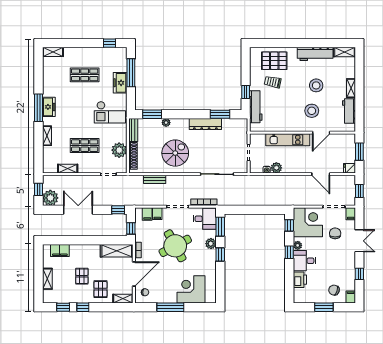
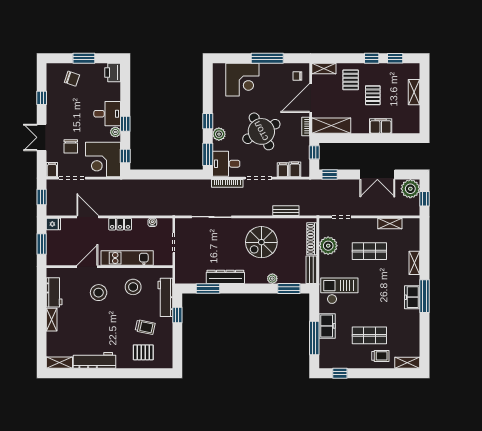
trolley: (75, 58) -> (380, 356), added
pallet: (274, 61) -> (143, 352), width x0.67, depth x0.71
stool: (316, 85) -> (133, 287), moved
plant: (276, 168) -> (141, 225), removed
locker: (294, 168) -> (120, 224), added
filing cabinet: (60, 250) -> (381, 126), moved
printer: (300, 280) -> (113, 72), moved
filing cabinet: (351, 297) -> (52, 70), removed

